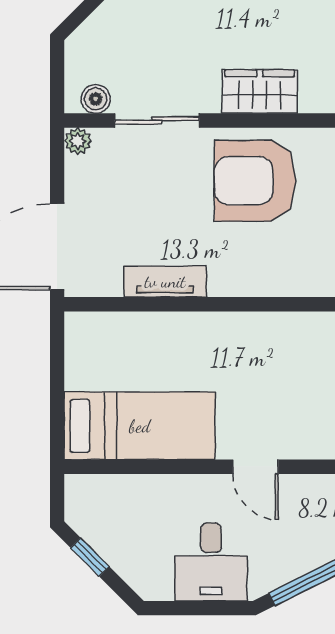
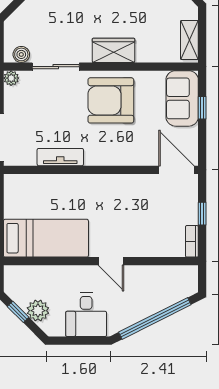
plant: (125, 555) -> (38, 311), added

